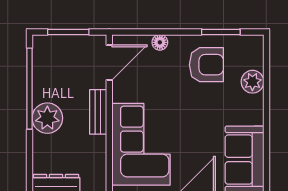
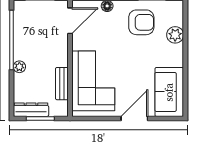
bench: (98, 112) -> (62, 84), moved
plant: (47, 118) -> (19, 67), width x0.53, depth x0.53

